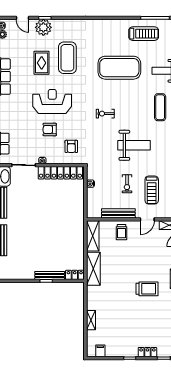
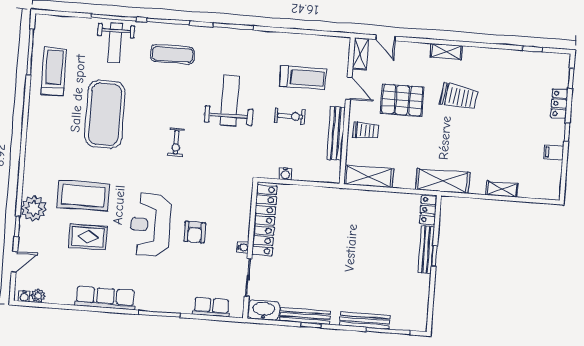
plant: (43, 27) -> (34, 209), moved
armchair: (71, 146) -> (224, 200), removed
pallet: (142, 253) -> (402, 100), added
shelving: (93, 269) -> (443, 181), moved
trolley: (147, 289) -> (459, 97), turned 97
filing cabinet: (100, 351) -> (554, 152), moved

